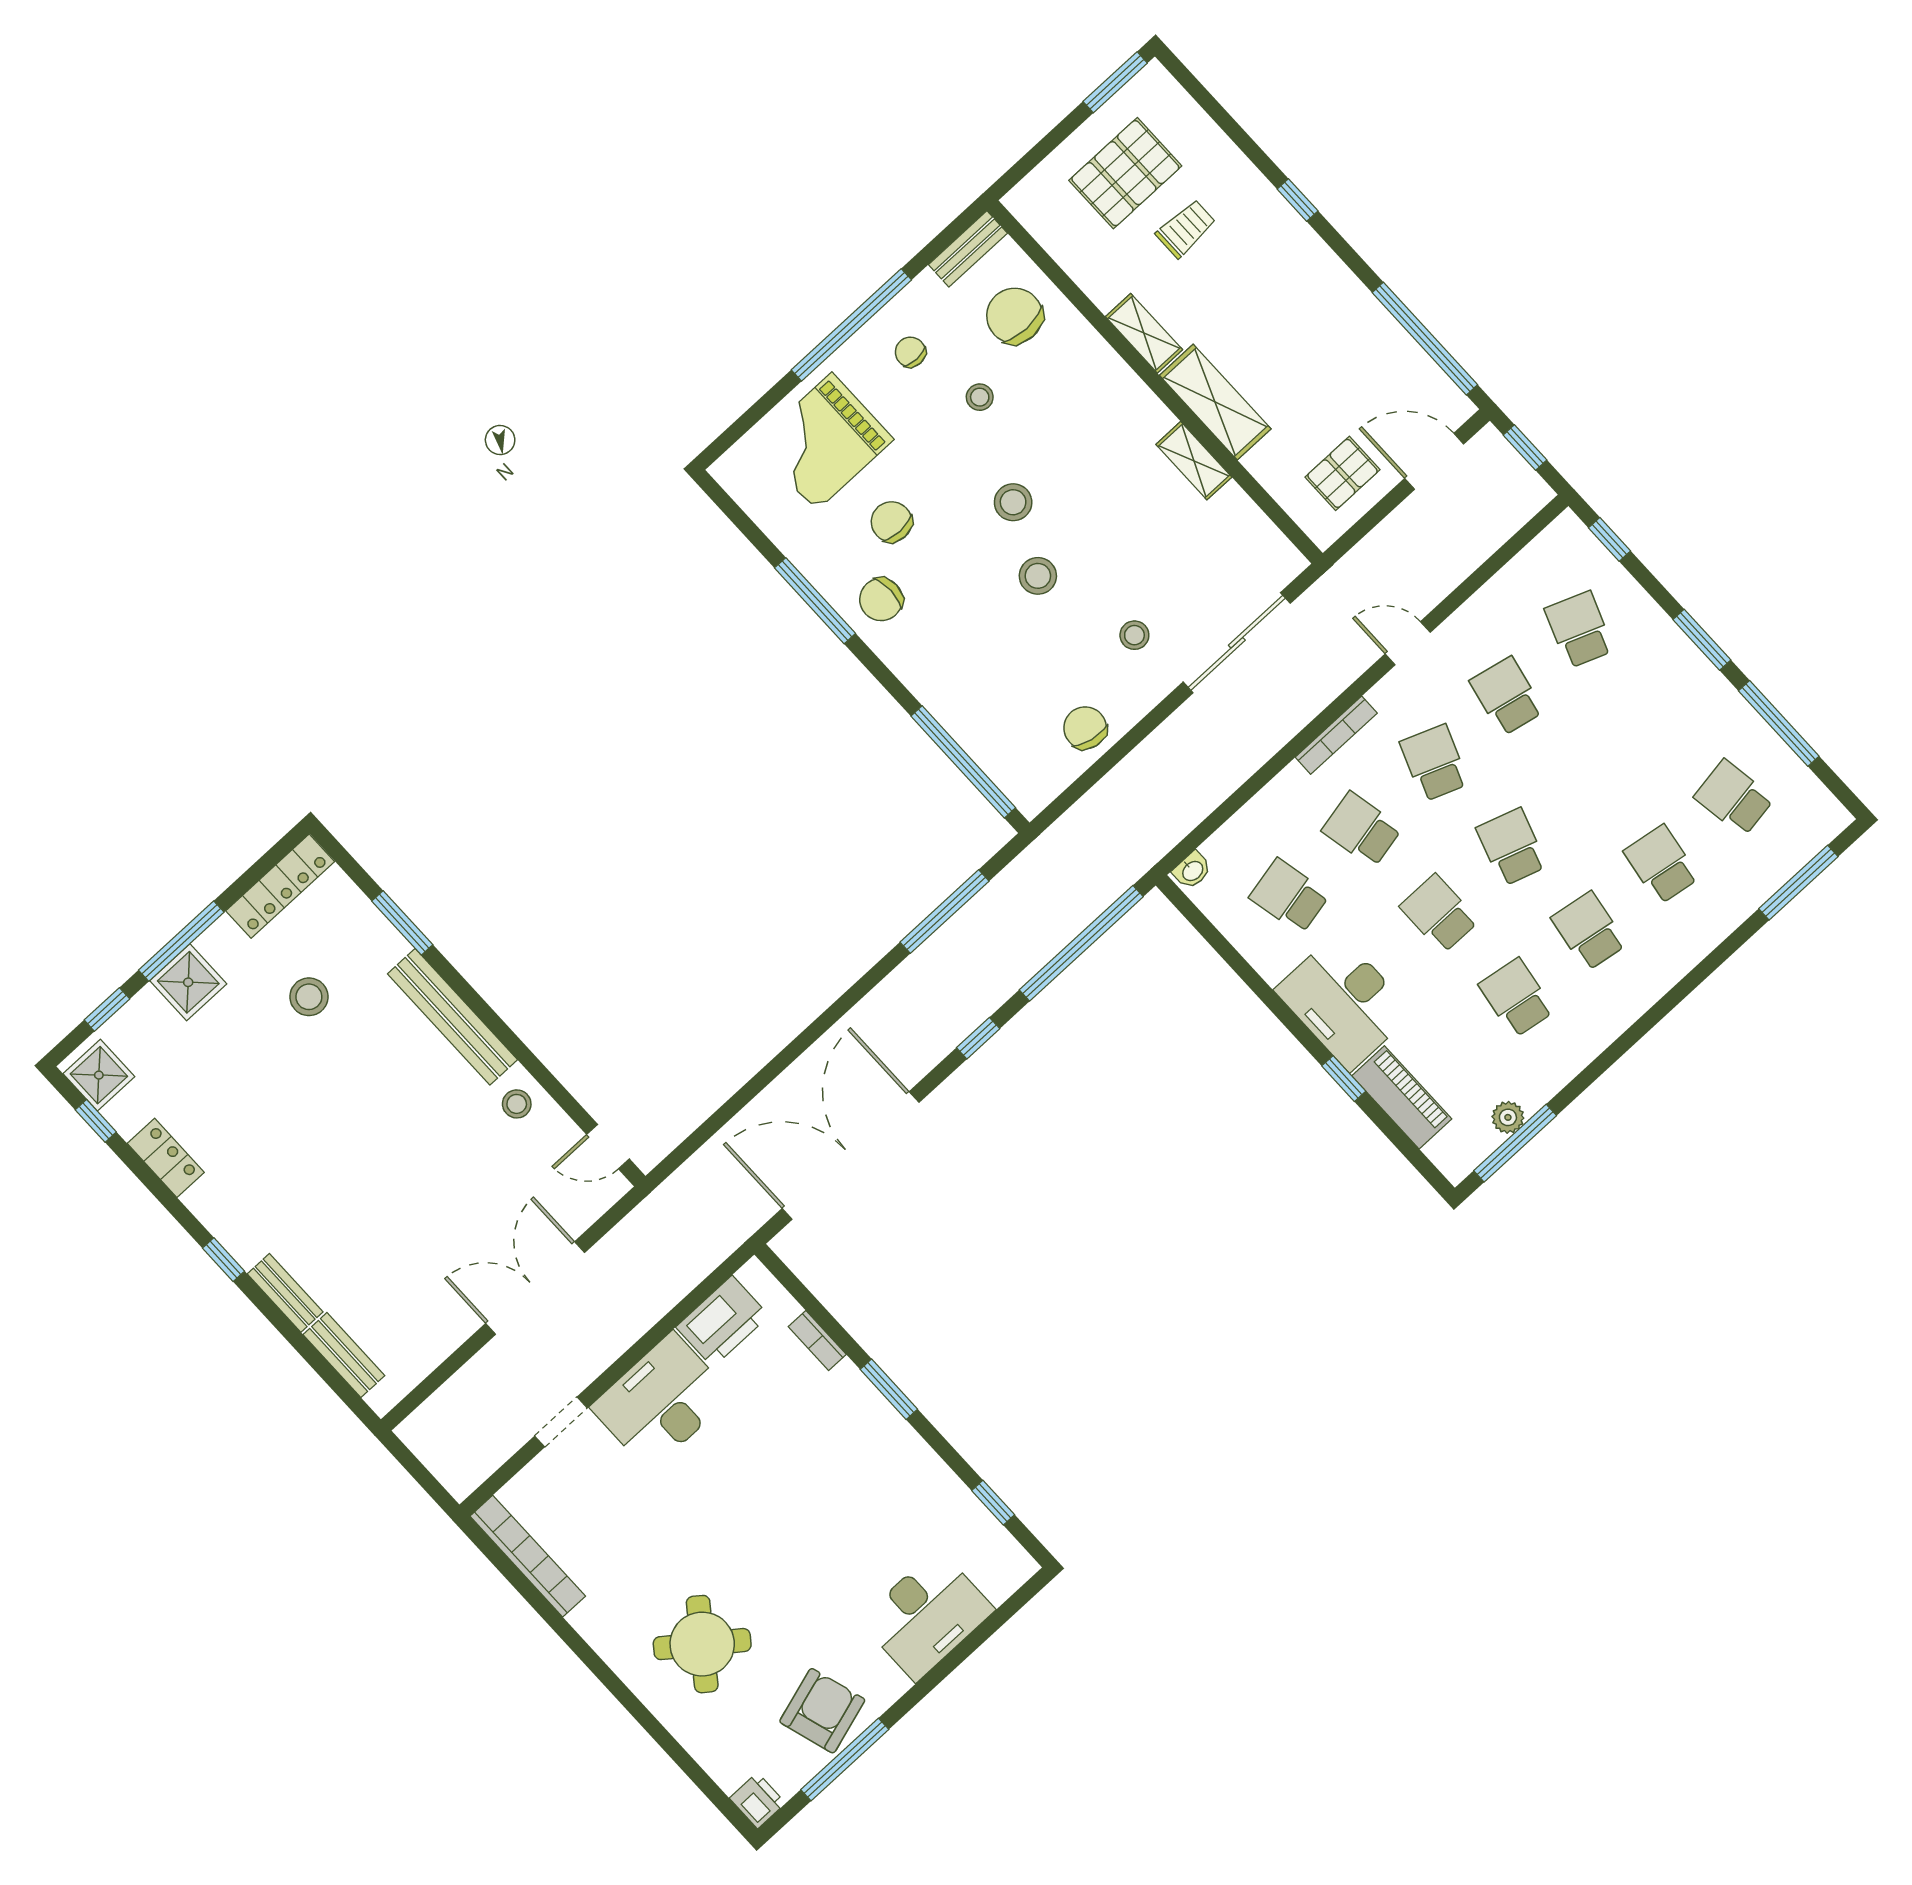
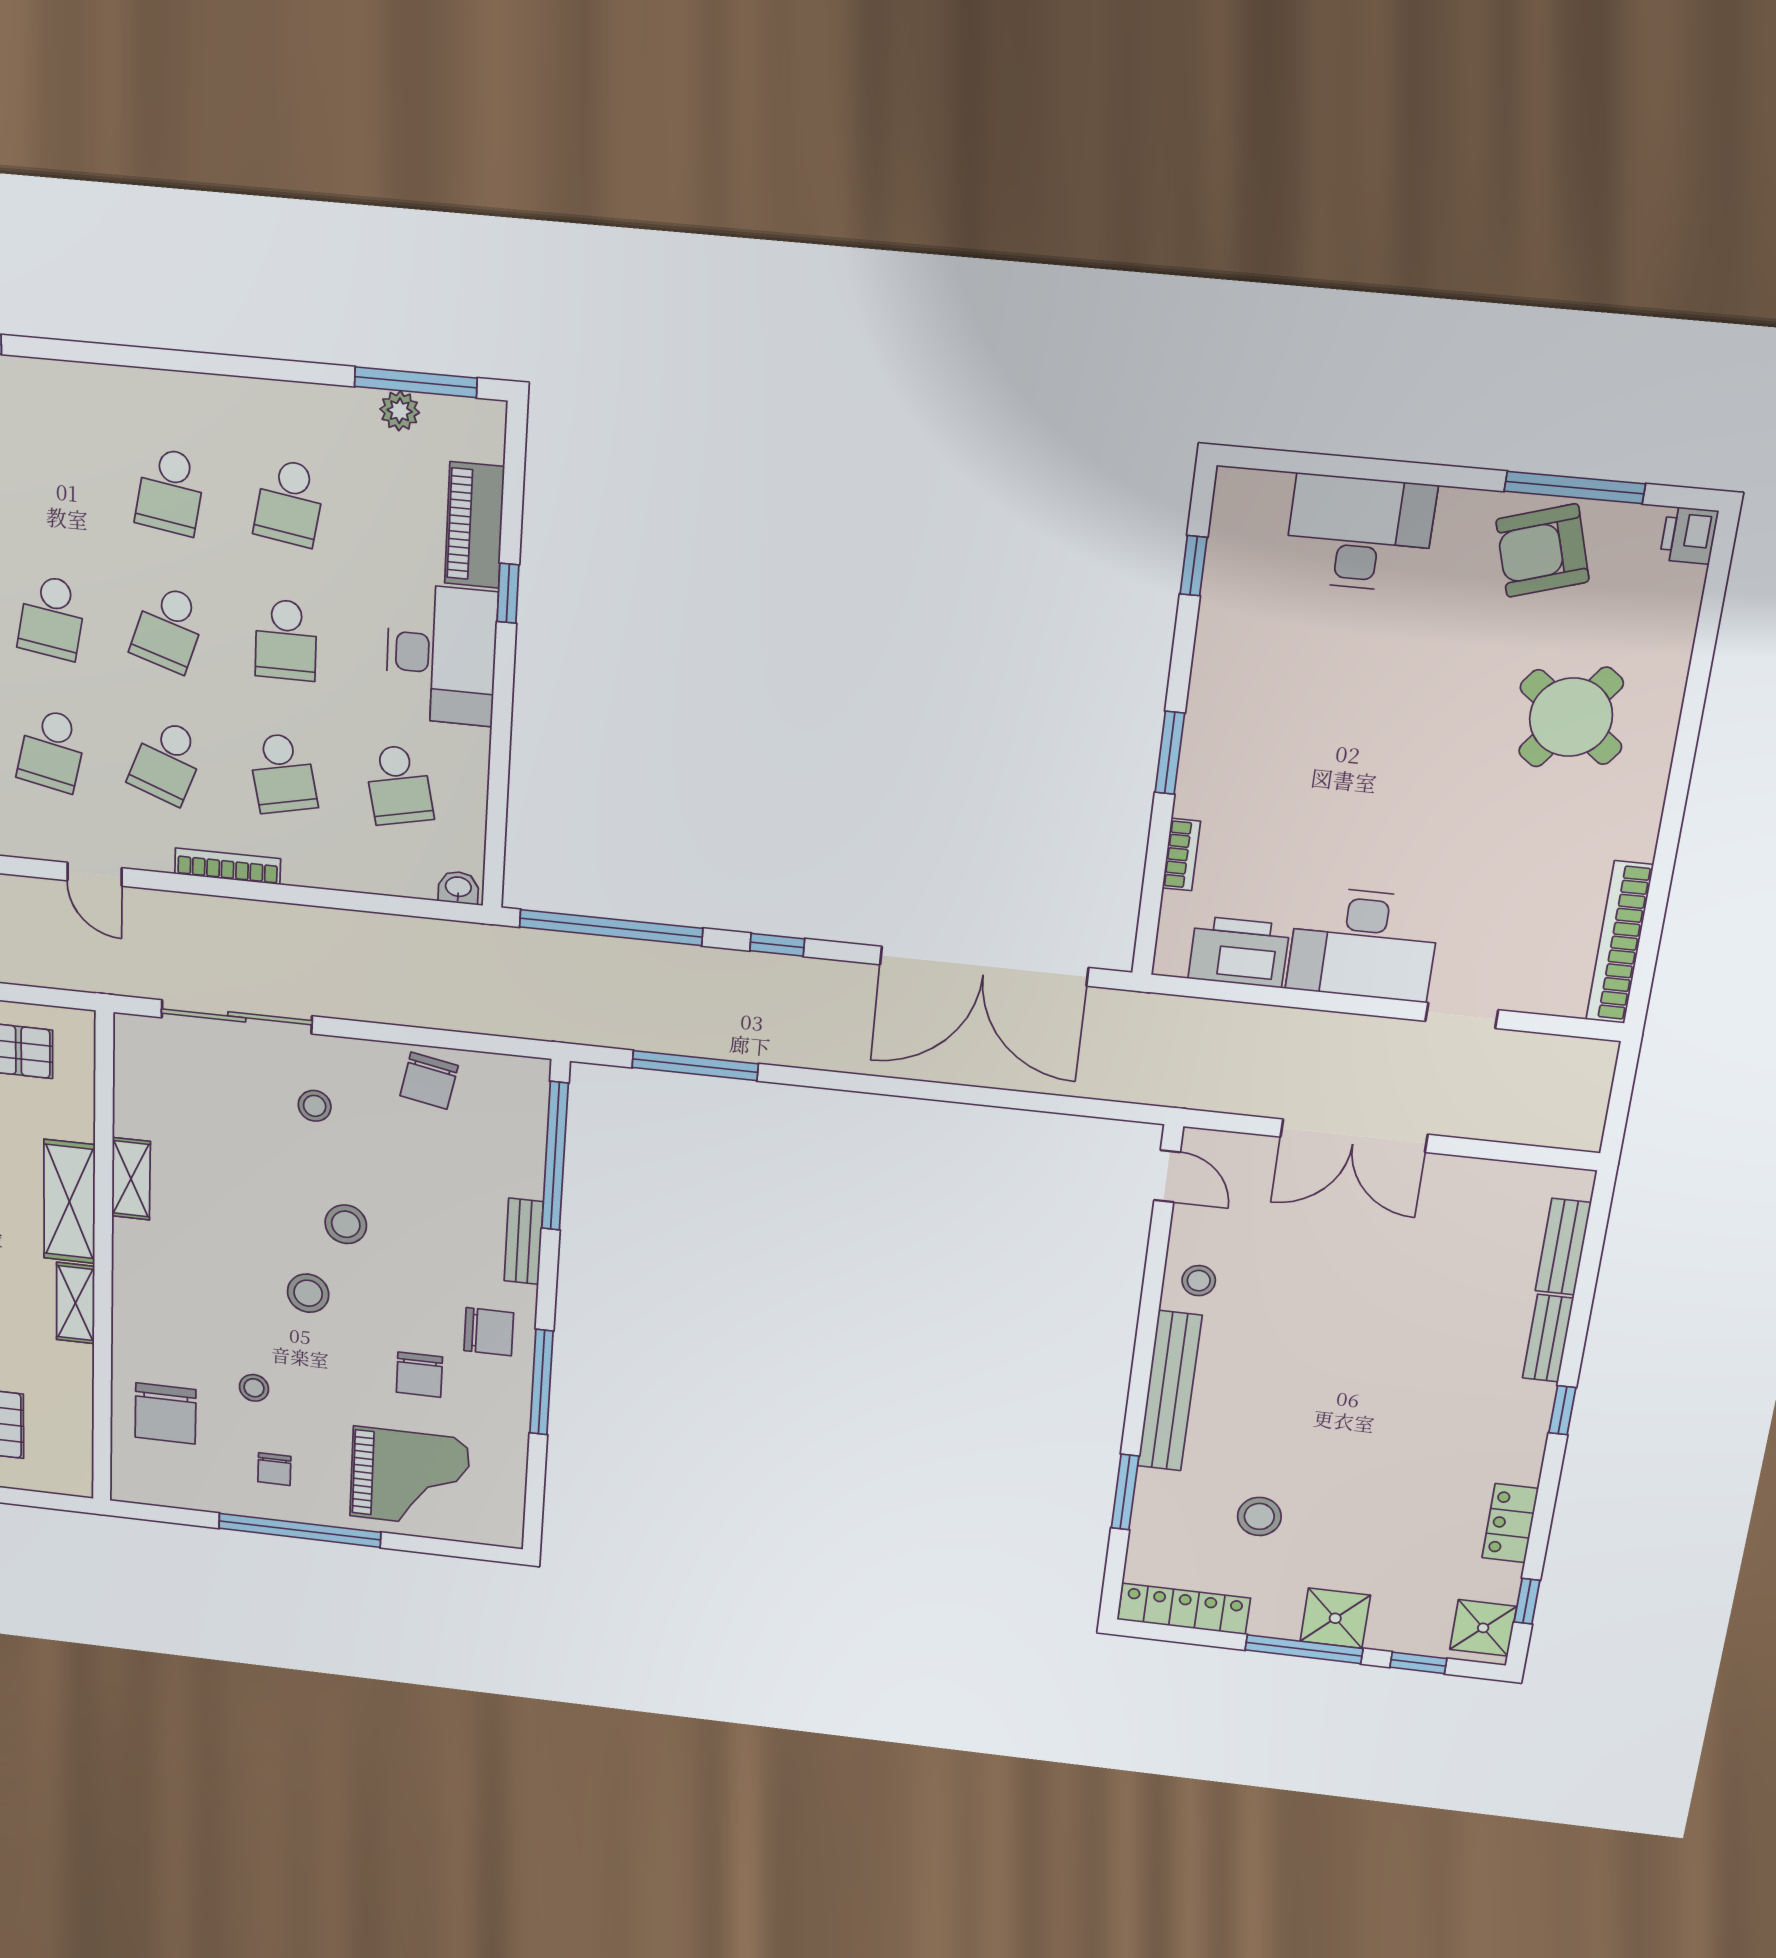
bench: (968, 249) -> (524, 1241), moved, turned 90
school desk: (1661, 864) -> (52, 617), moved

